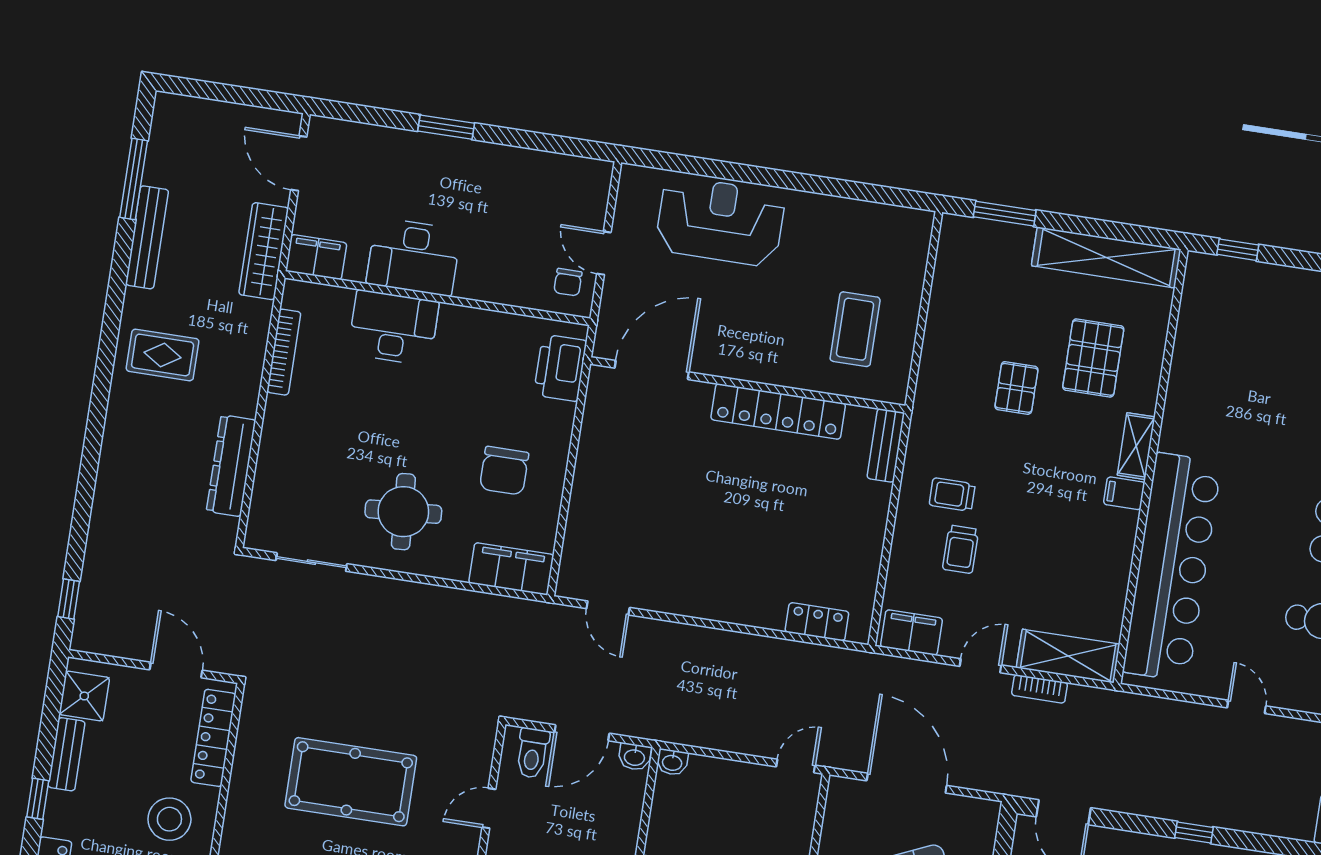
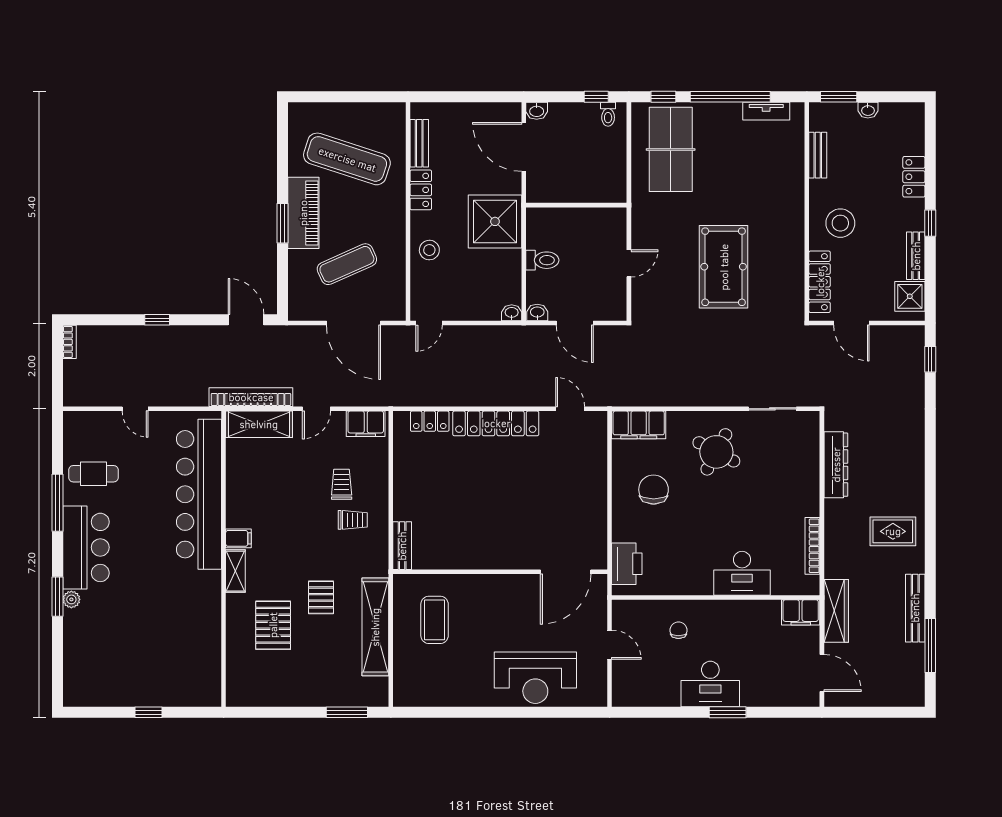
window: (1238, 250) -> (148, 712), moved
desk: (414, 257) -> (710, 684), moved, turned 180
shelving: (1106, 257) -> (375, 627), moved, turned 90
chair: (568, 282) -> (678, 630), moved
locker: (778, 411) -> (496, 423), moved, turned 180
round table: (403, 512) -> (716, 452), turned 32
bookcase: (1040, 689) -> (251, 397), width x2.31, depth x1.31
door: (582, 733) -> (575, 323), swing flipped
toilet: (532, 753) -> (542, 260), moved, turned 90
pool table: (351, 782) -> (724, 267), turned 90

